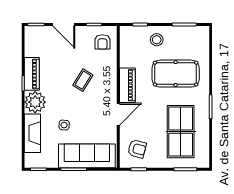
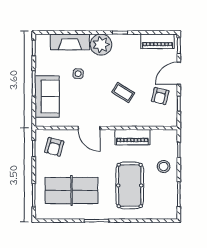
armchair: (102, 42) -> (160, 96), moved, turned -76
piano: (32, 74) -> (157, 41), moved
piano: (127, 85) -> (132, 137), moved
sofa: (87, 156) -> (47, 97), width x0.73

